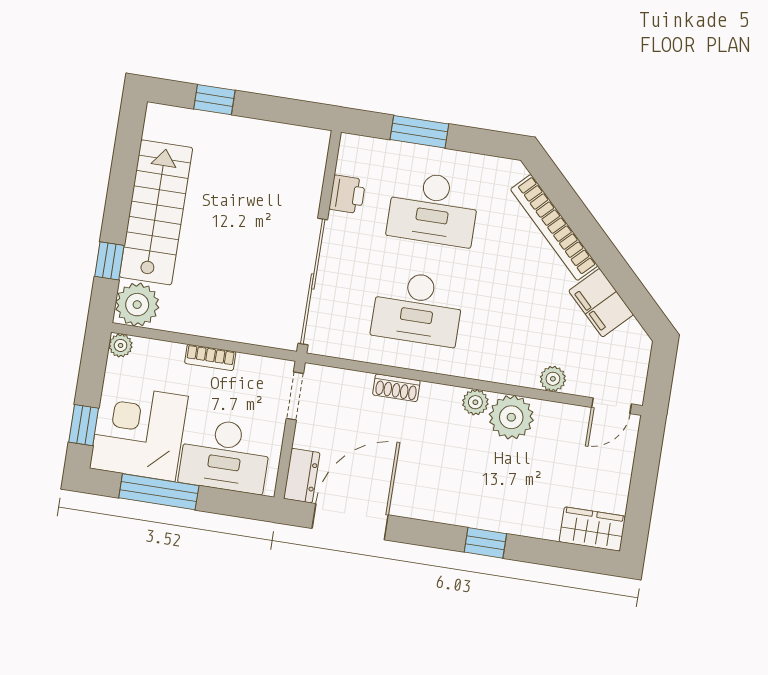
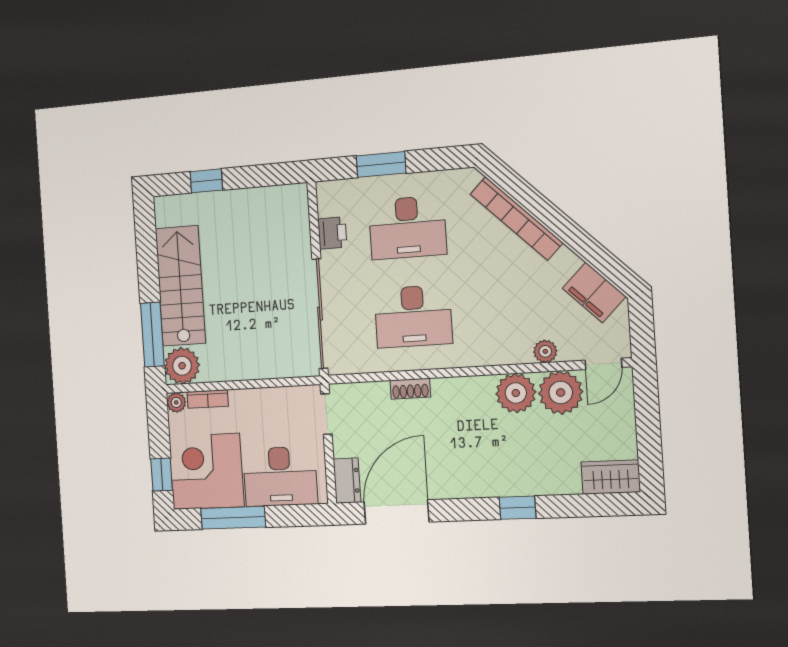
window: (109, 261) -> (152, 335), width x2.17
filing cabinet: (601, 303) -> (594, 292), moved
bookcase: (210, 357) -> (208, 399), moved
plant: (475, 402) -> (561, 393), moved, width x1.87, depth x1.87

